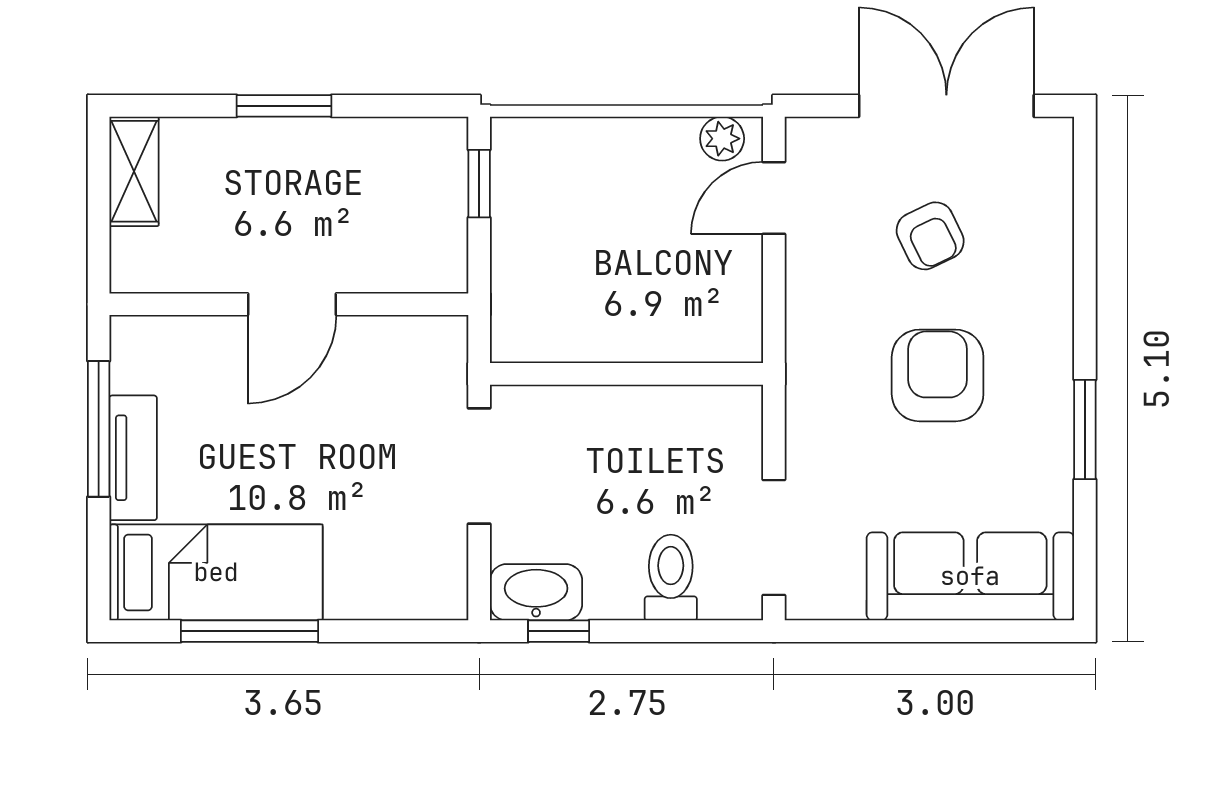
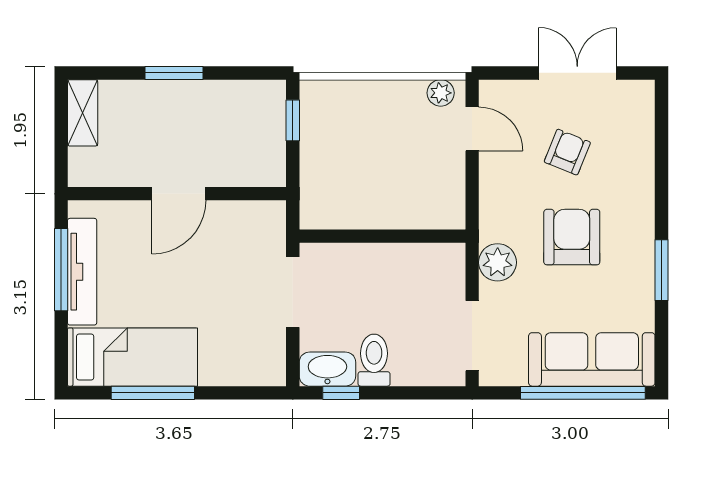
double door: (946, 106) -> (577, 73), width x0.73
door: (774, 198) -> (472, 129), swing flipped
armchair: (930, 236) -> (567, 152), turned -132
plant: (815, 417) -> (498, 262), added
tv unit: (133, 458) -> (82, 272), width x1.41
toilet: (671, 578) -> (374, 360), moved
window: (956, 631) -> (583, 393), added

